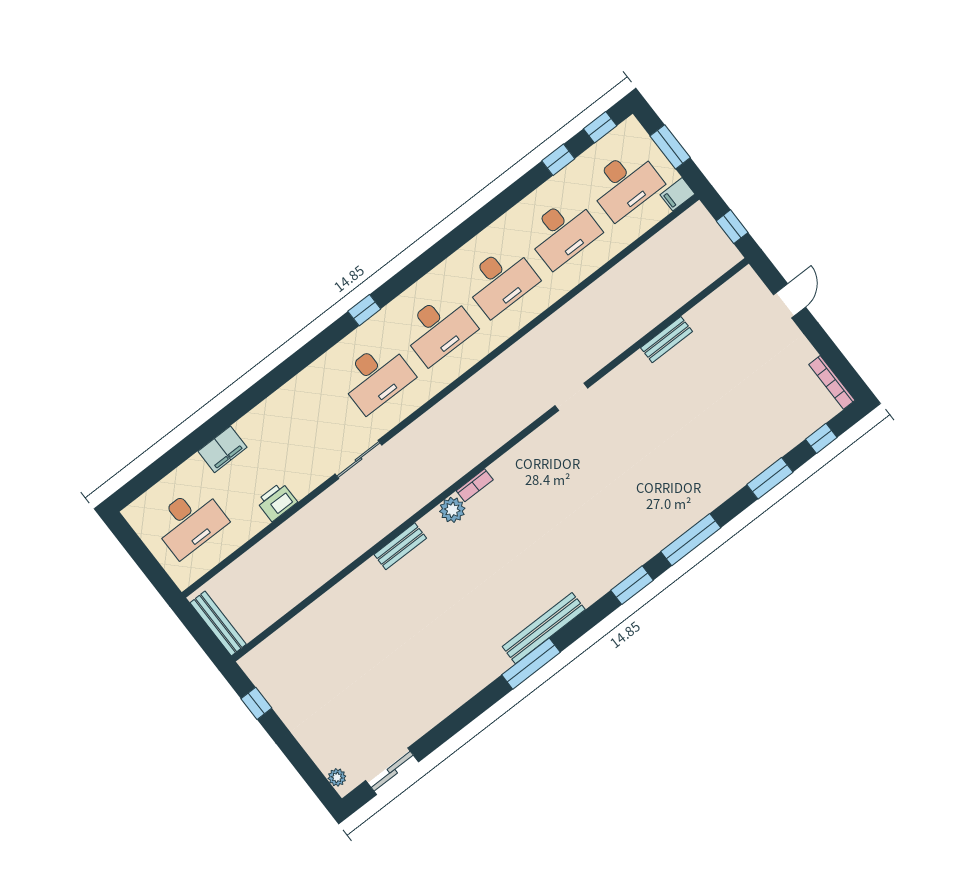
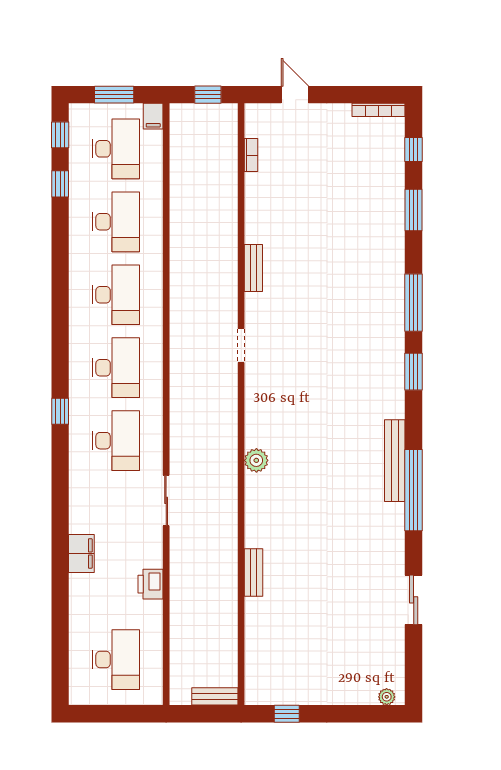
bench: (667, 340) -> (253, 268), moved
doorway: (571, 397) -> (241, 346), moved
filing cabinet: (222, 449) -> (81, 553), moved
bookcase: (475, 485) -> (251, 155), moved
bench: (400, 546) -> (253, 573), moved
bench: (218, 623) -> (215, 696), width x0.73
window: (531, 664) -> (414, 490), width x1.46
sliding door: (392, 771) -> (414, 600), moved

